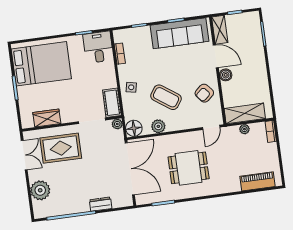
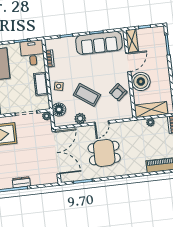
door: (216, 56) -> (128, 62), hinge flipped
boiler: (226, 75) -> (141, 81), width x1.86, depth x1.86
cot: (112, 103) -> (41, 84), moved
door: (211, 127) -> (102, 123), moved
floor lamp: (134, 128) -> (59, 110), moved
dresser: (101, 204) -> (21, 182), moved

